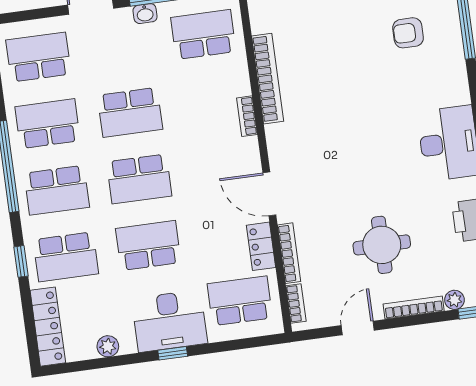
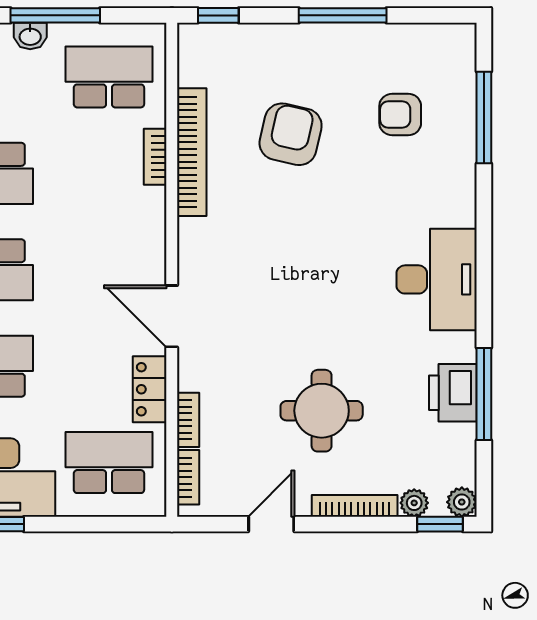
armchair: (334, 57) -> (291, 134), added
bookcase: (247, 116) -> (155, 157), moved
bookcase: (289, 253) -> (188, 420), width x0.64

